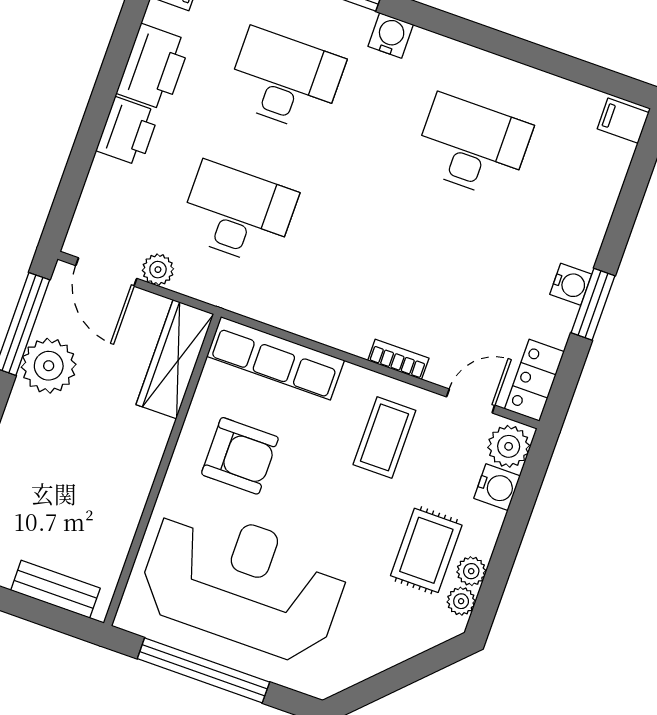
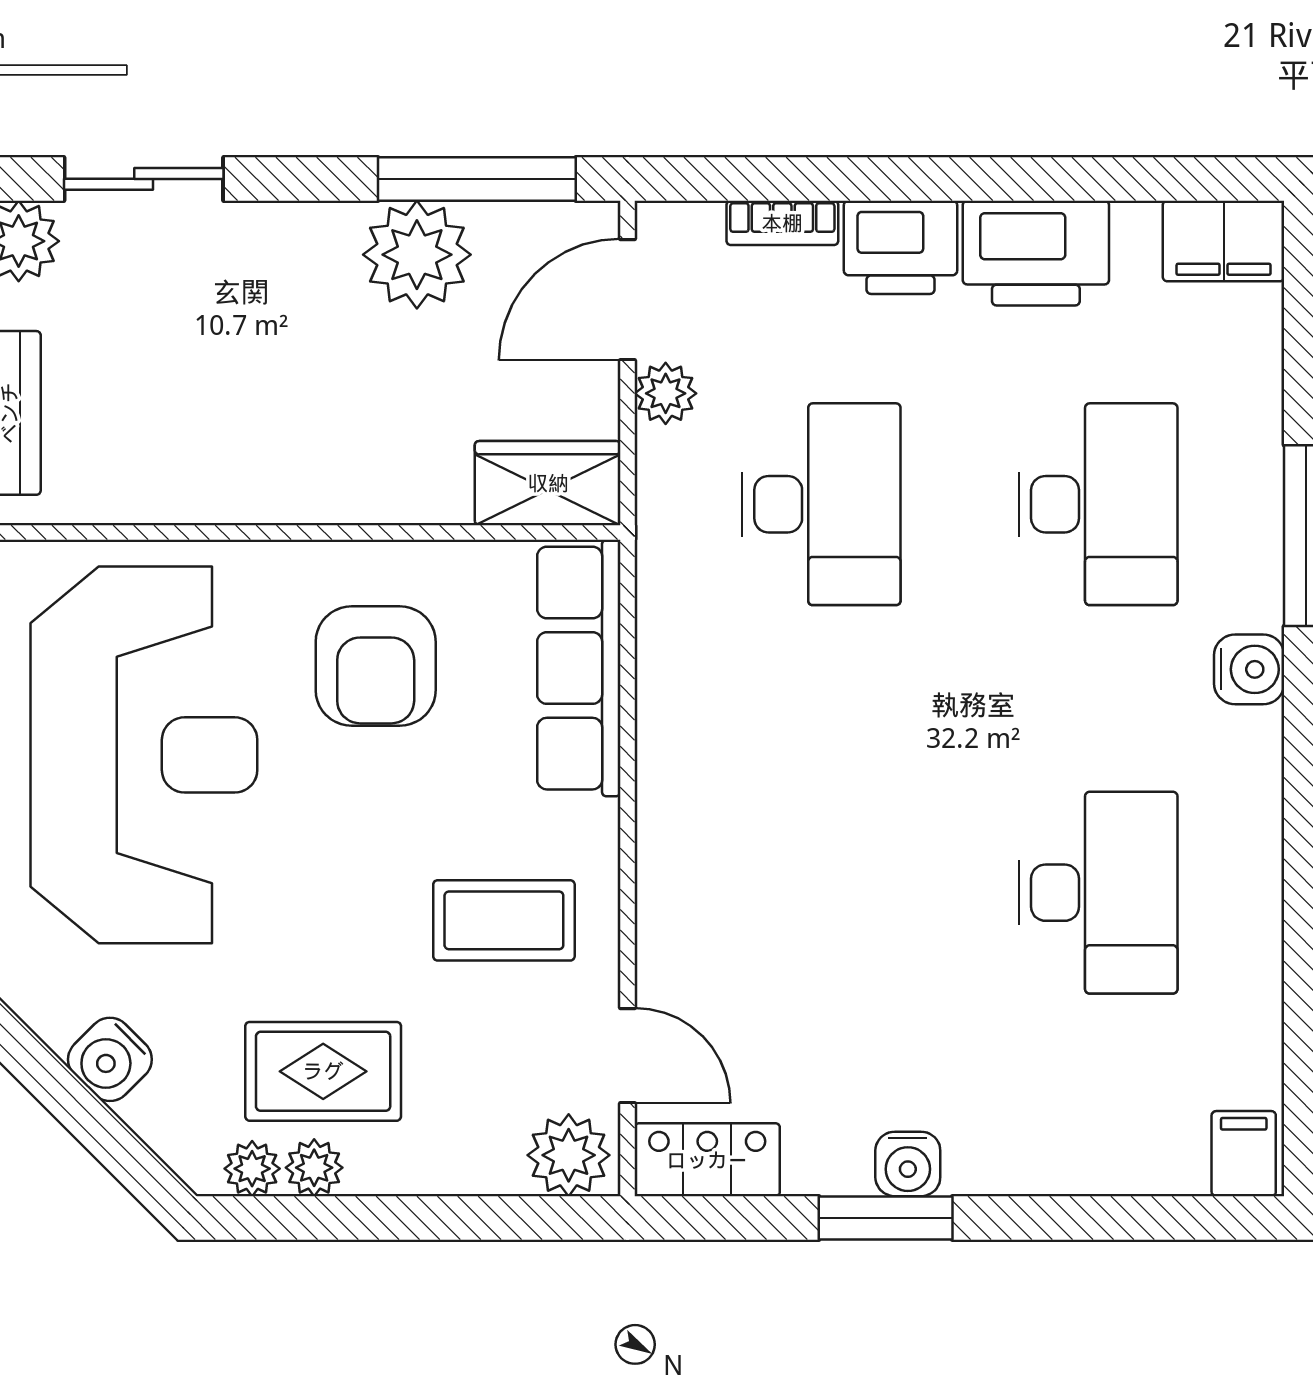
wardrobe: (175, 359) -> (548, 483), width x0.67
bookcase: (398, 359) -> (782, 223), moved, turned 90
water cooler: (497, 487) -> (110, 1059), moved, turned 45

